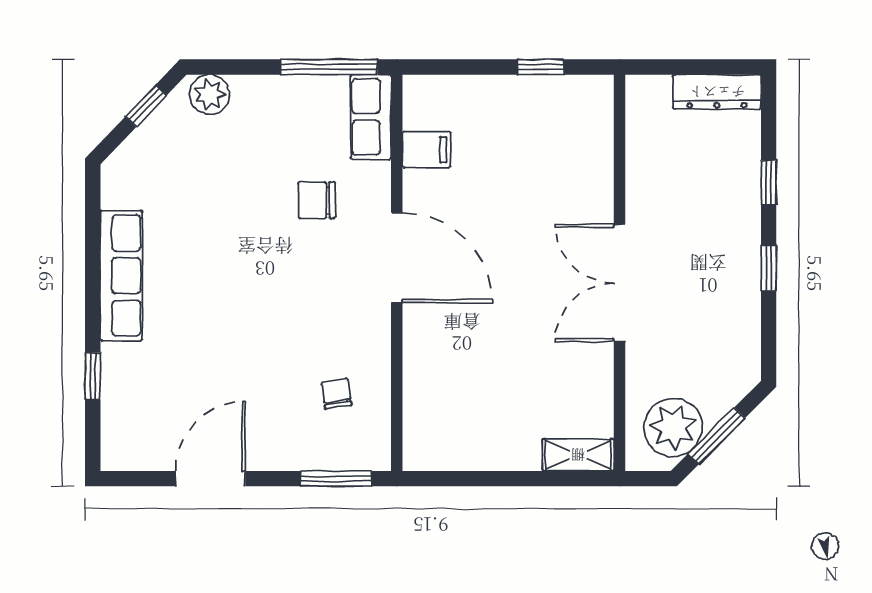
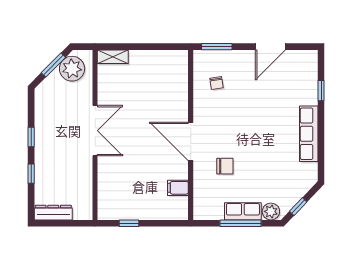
window: (329, 67) -> (241, 223), moved
row of seats: (371, 117) -> (243, 211), moved, turned -90

